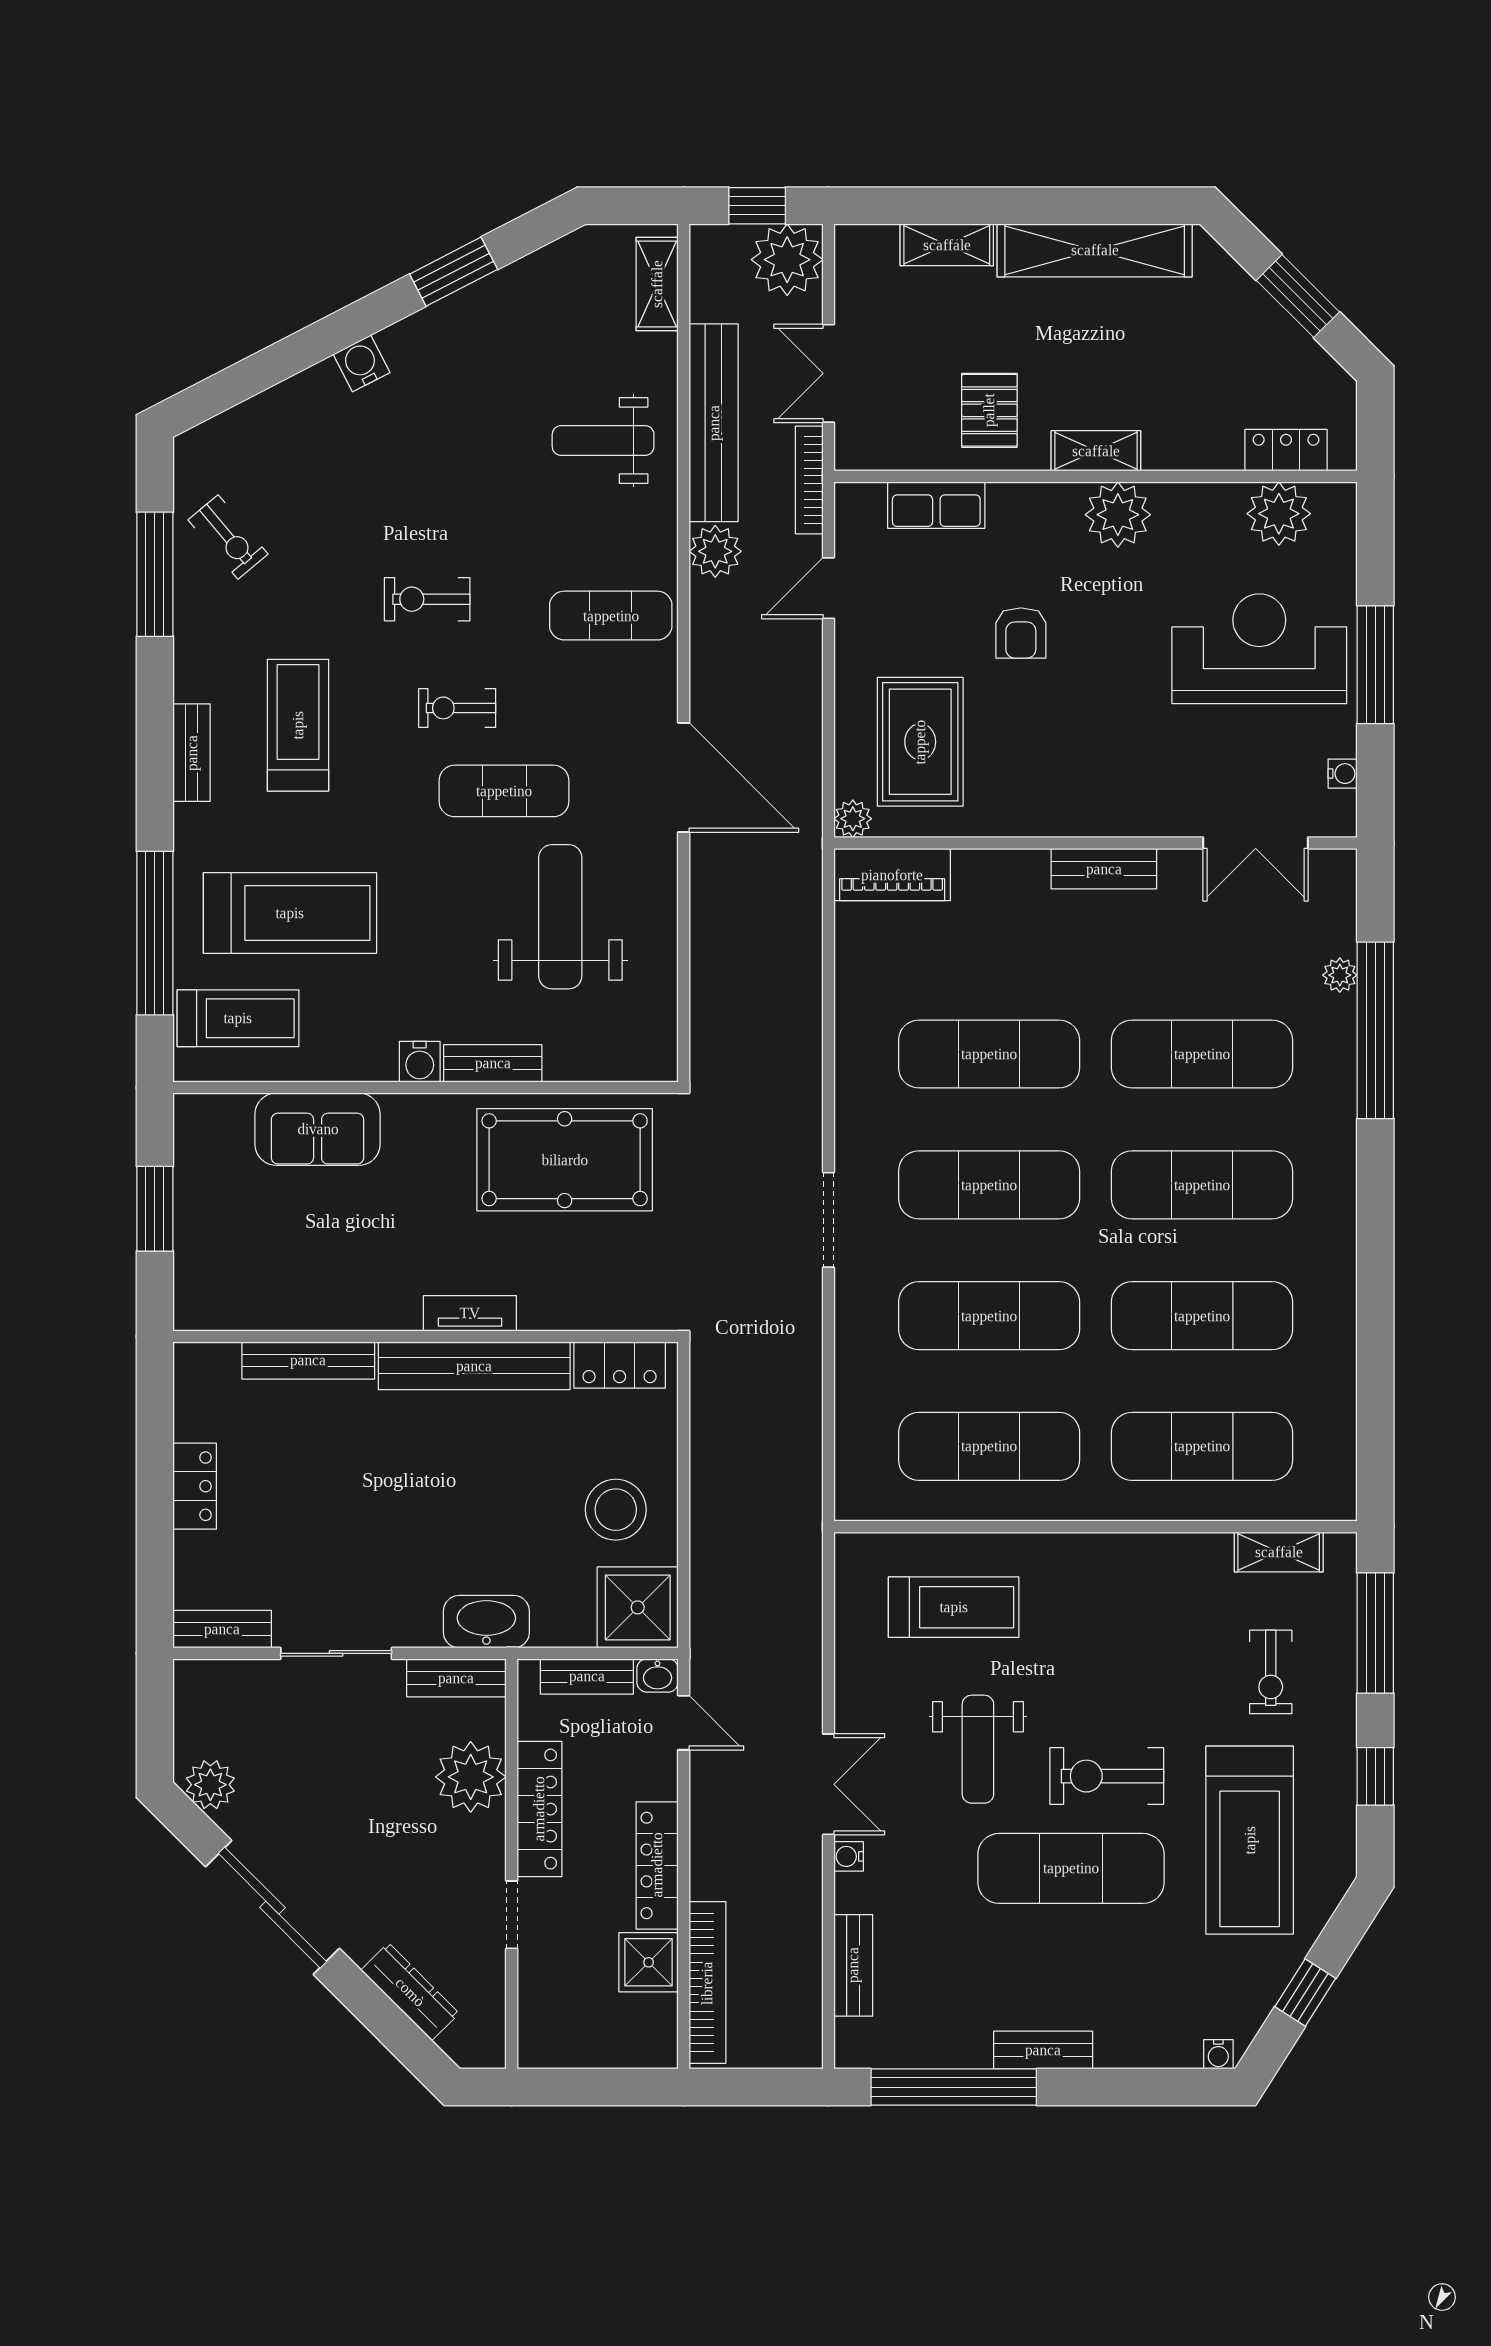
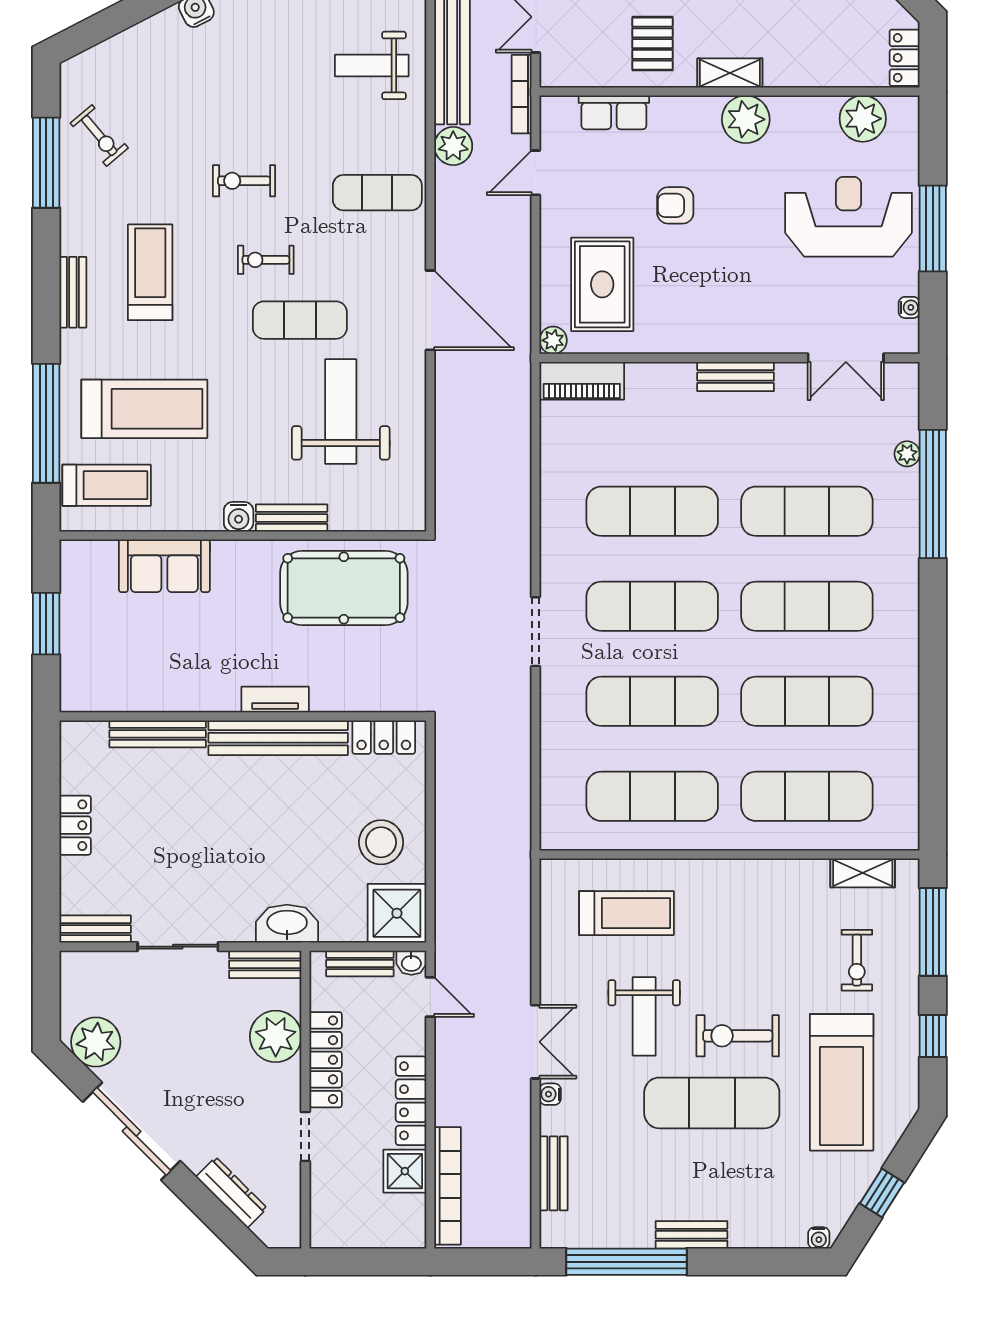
locker: (1286, 450) -> (905, 58), moved, turned -90
armchair: (1021, 633) -> (675, 205), turned 90
plant: (210, 1785) -> (96, 1042), width x1.36, depth x1.36

